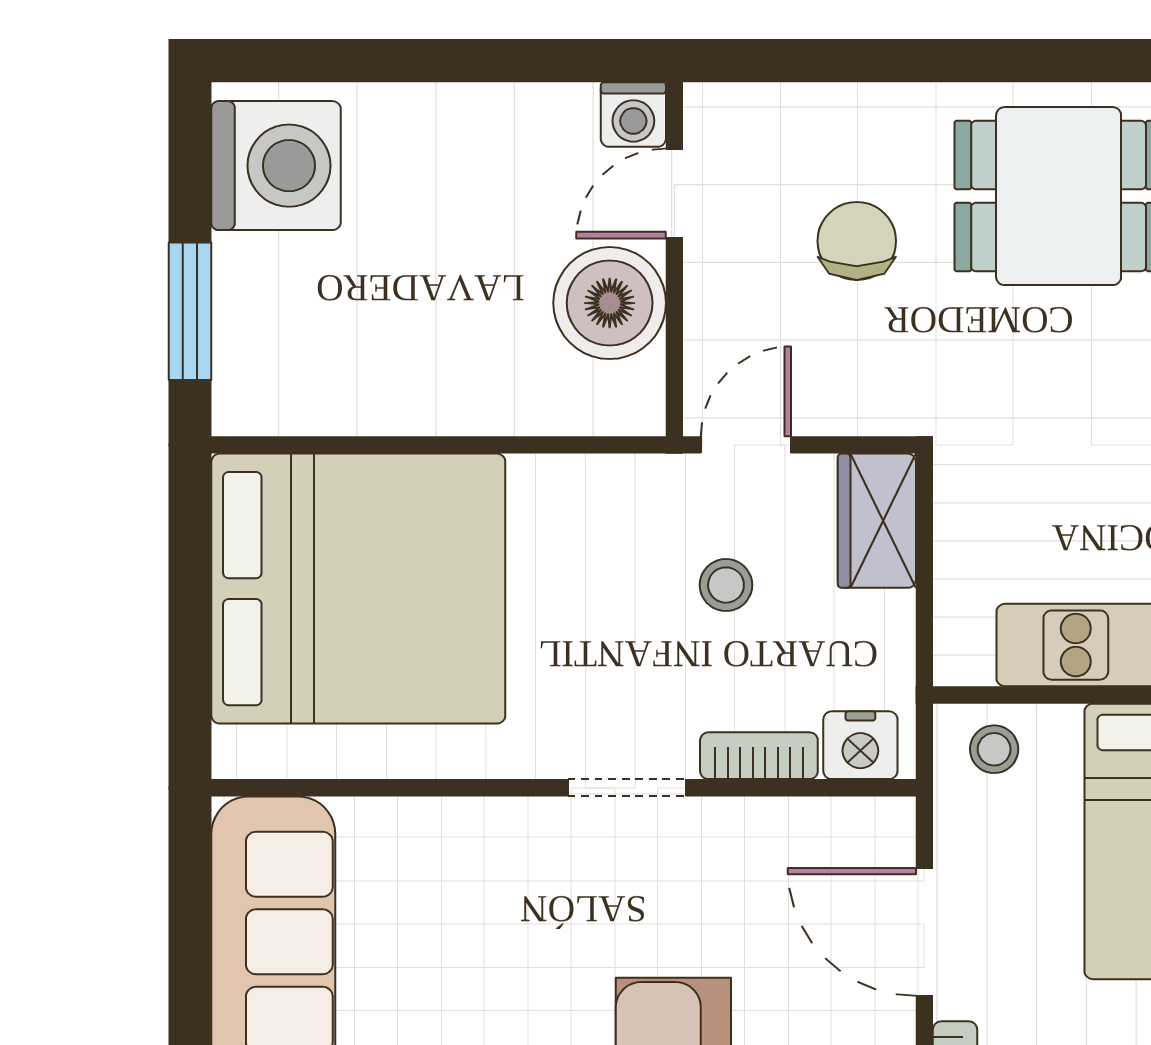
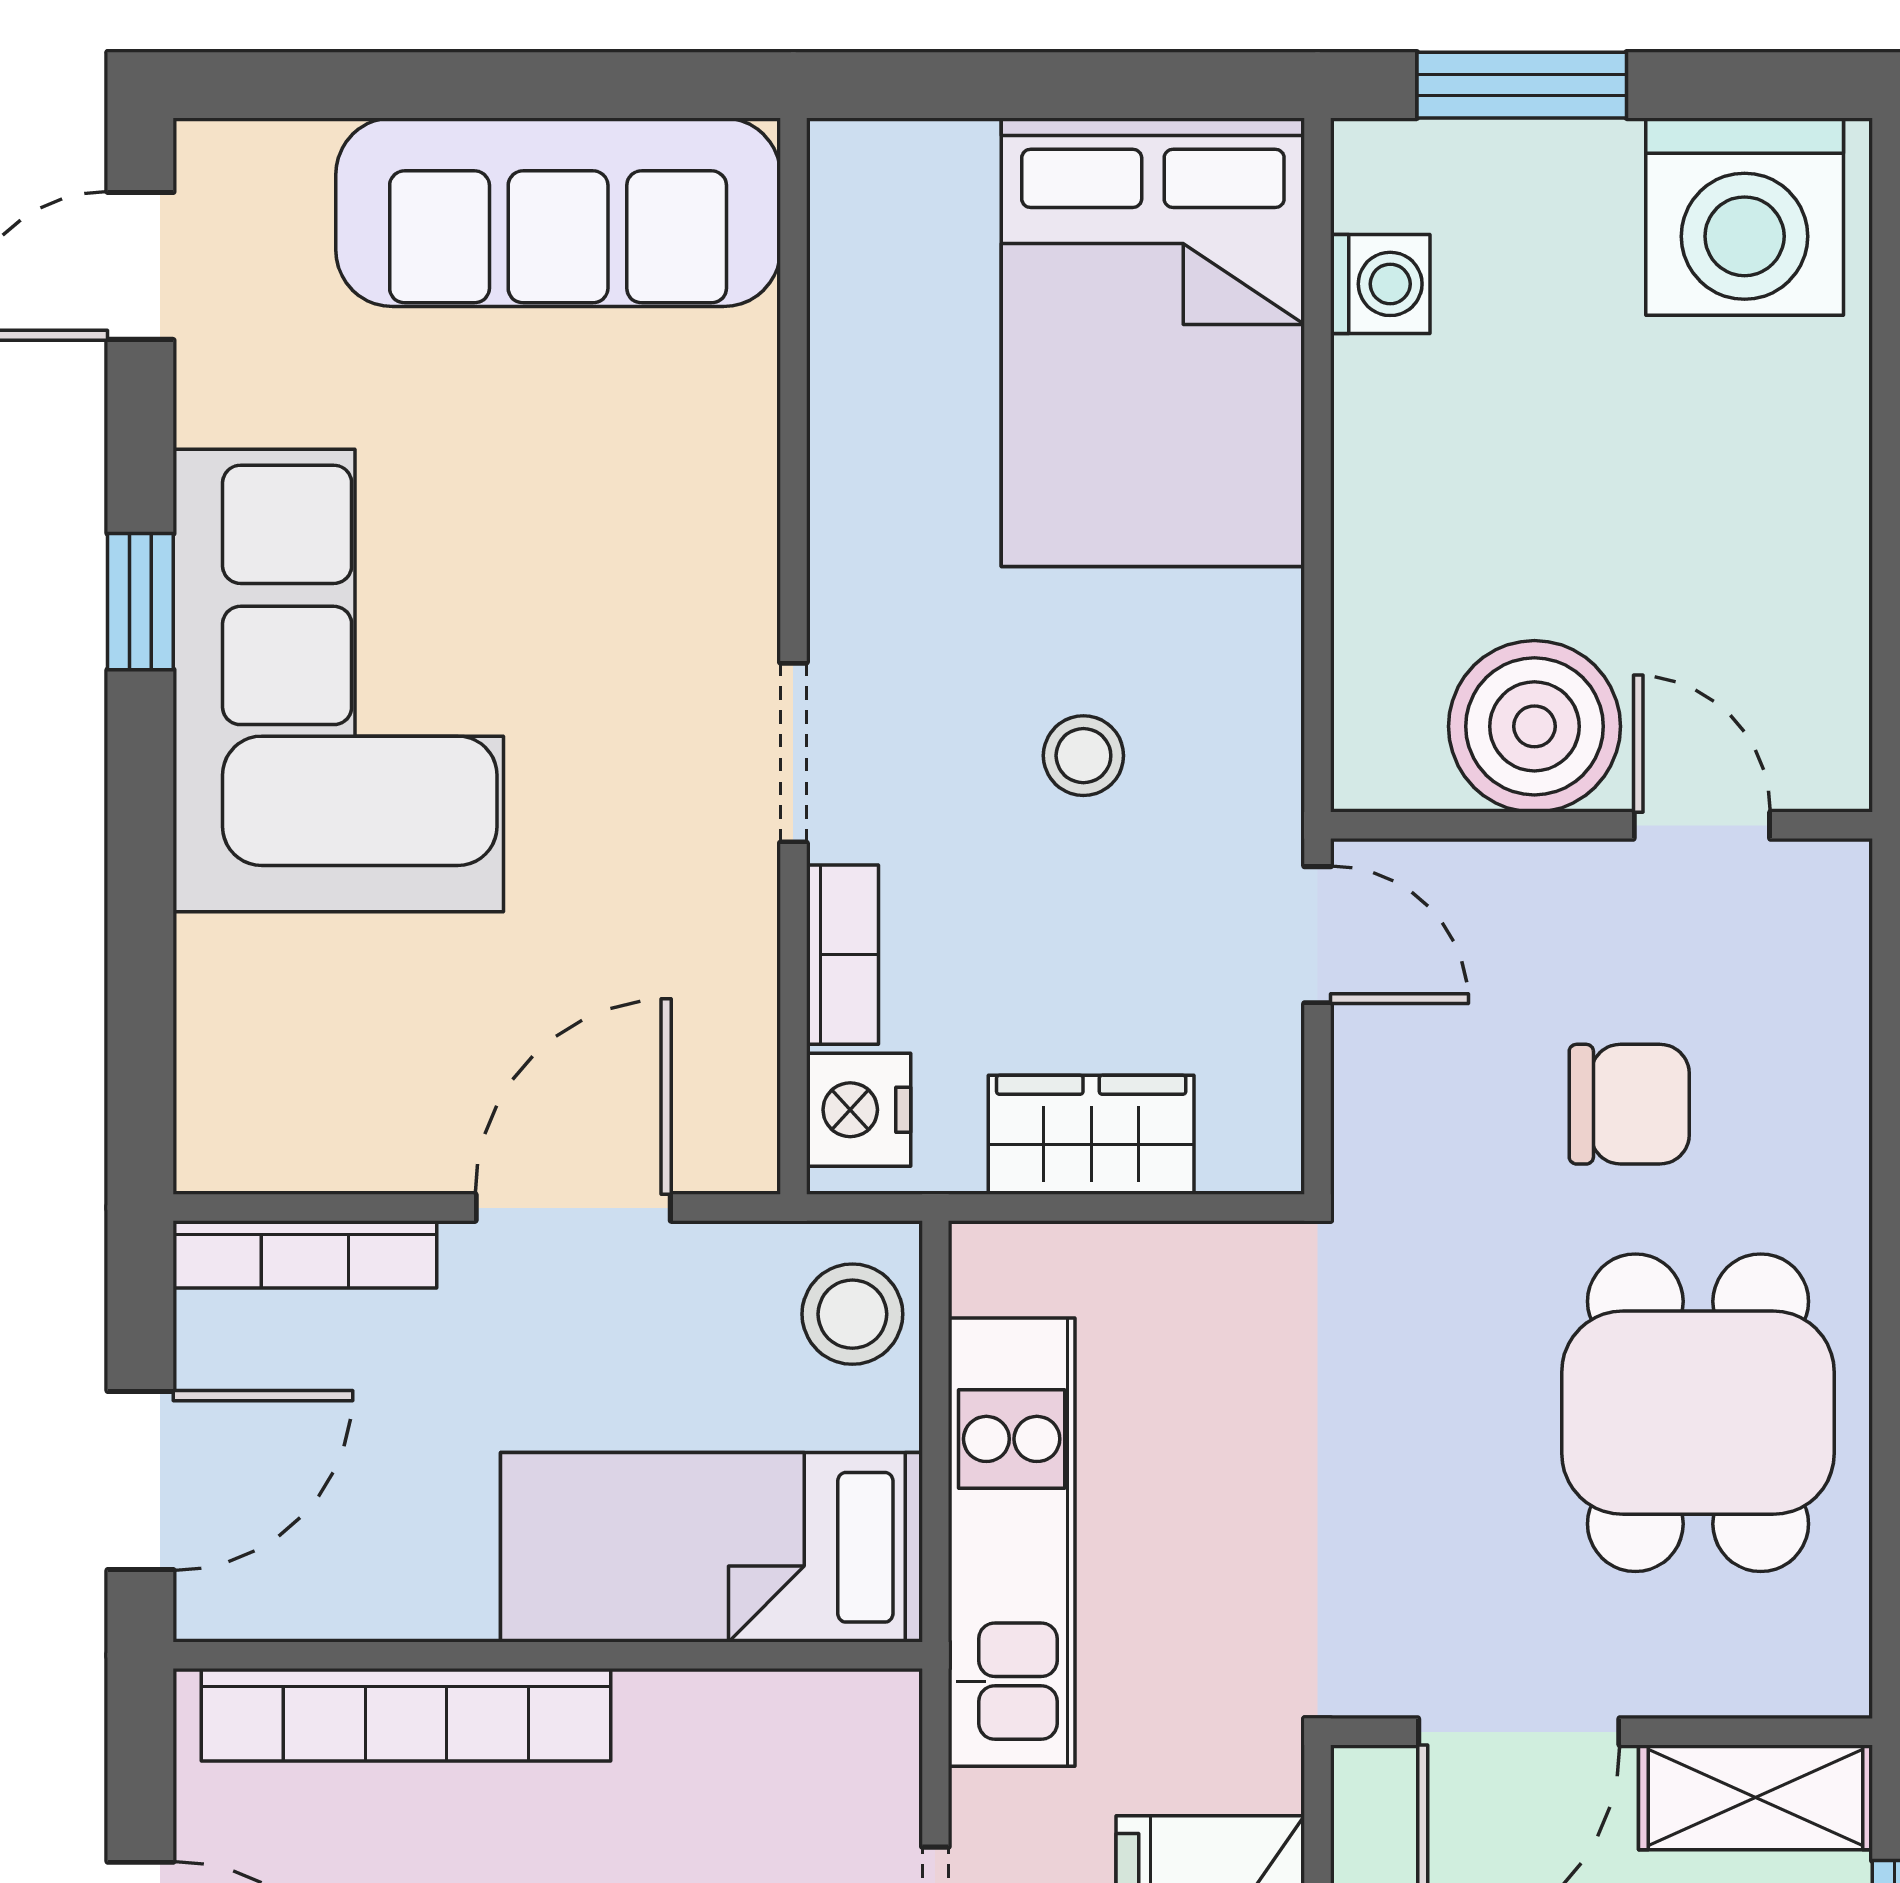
washing machine: (633, 115) -> (1380, 284), moved, turned 180
wardrobe: (877, 521) -> (1091, 1135), moved
stool: (726, 585) -> (1083, 756), moved
bed: (358, 589) -> (1153, 342), width x0.73
stool: (994, 749) -> (852, 1314), width x1.37, depth x1.37

